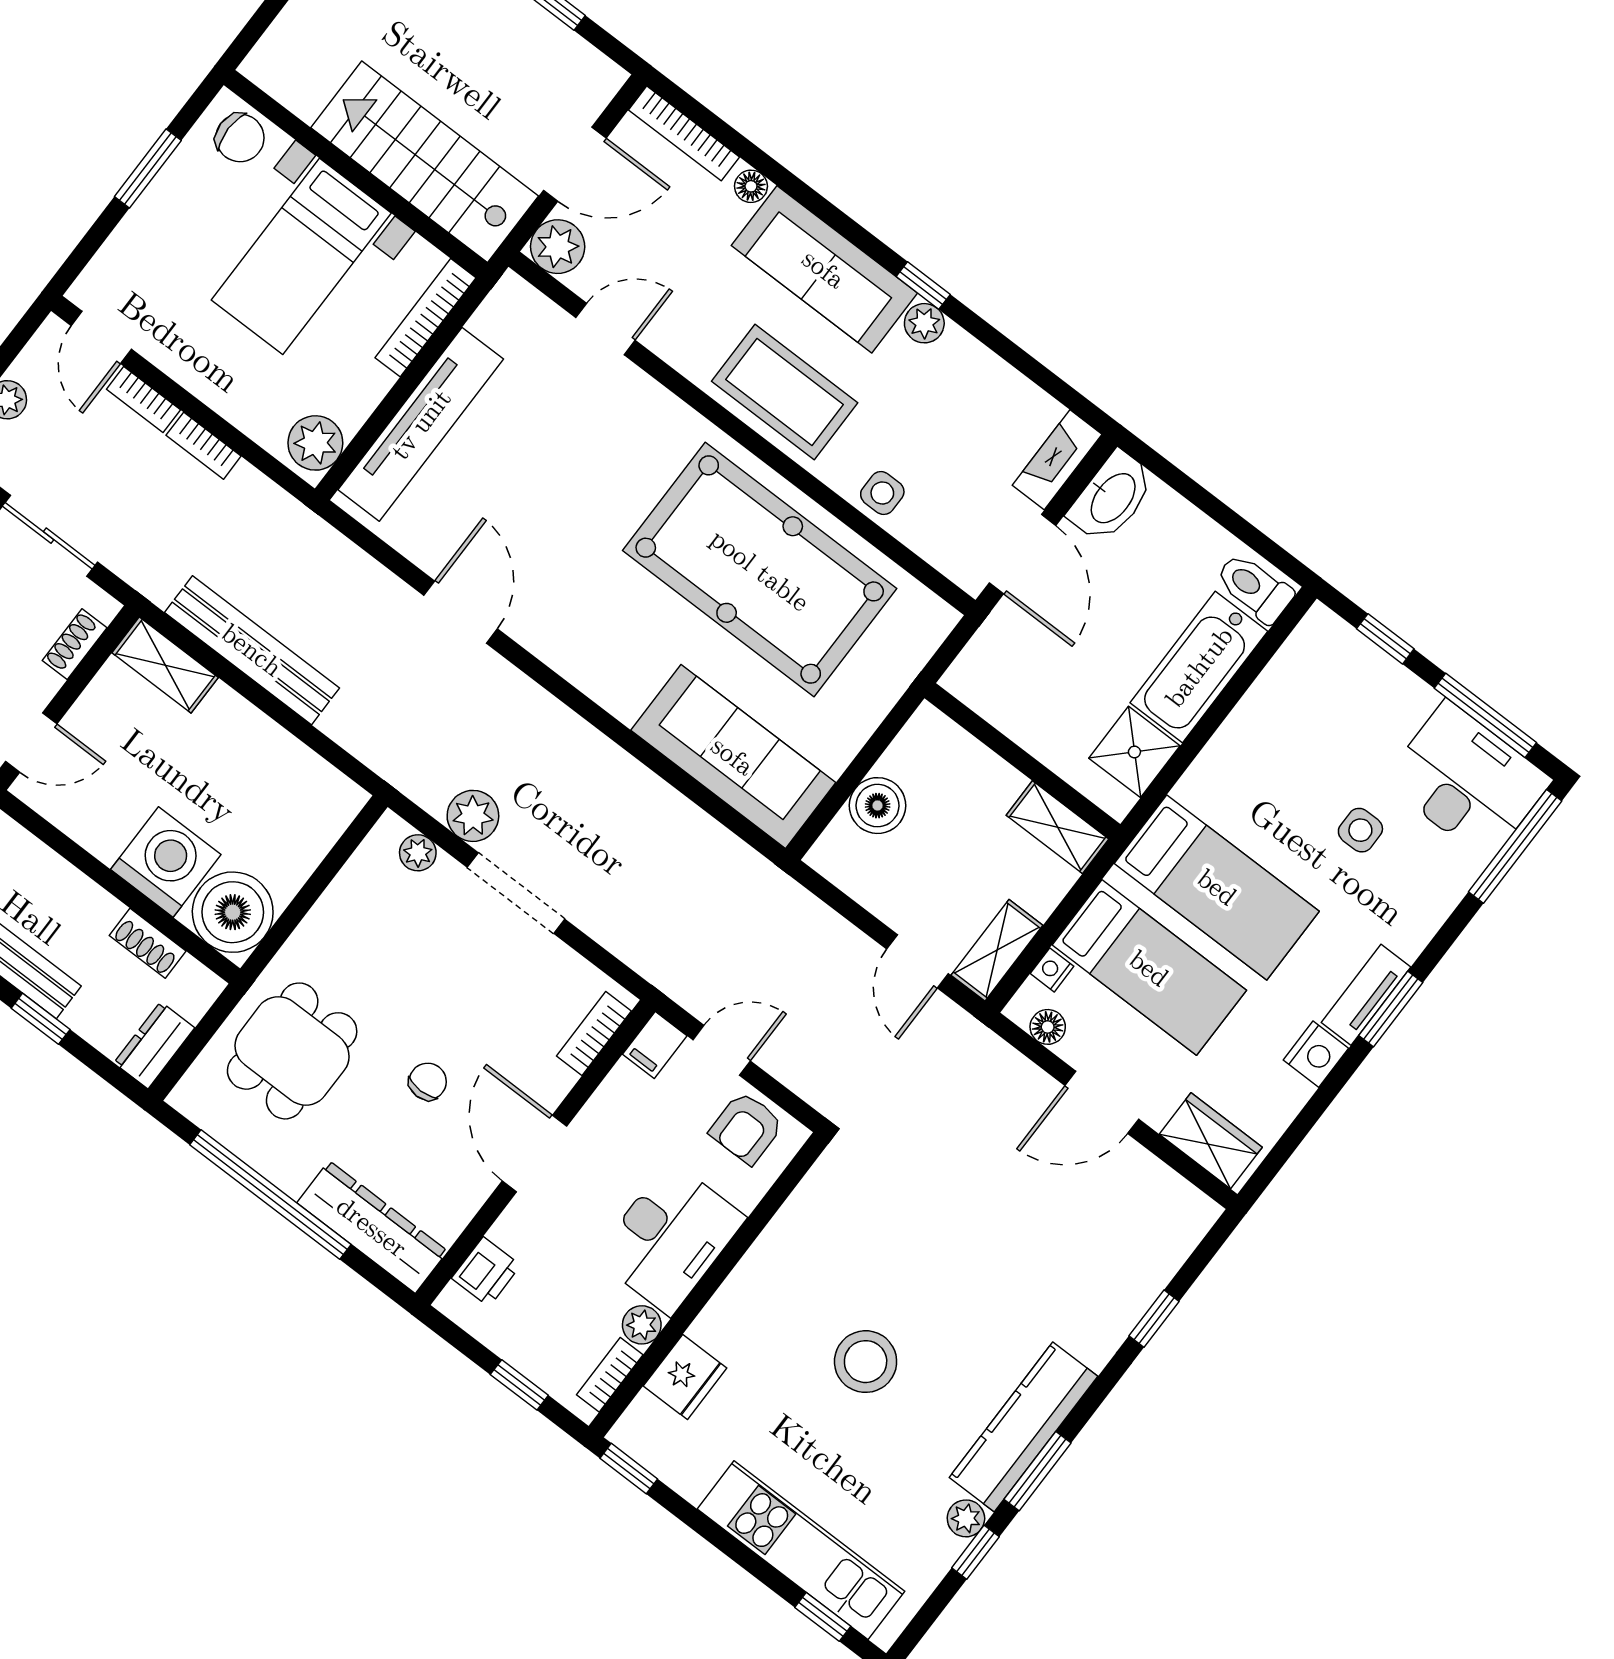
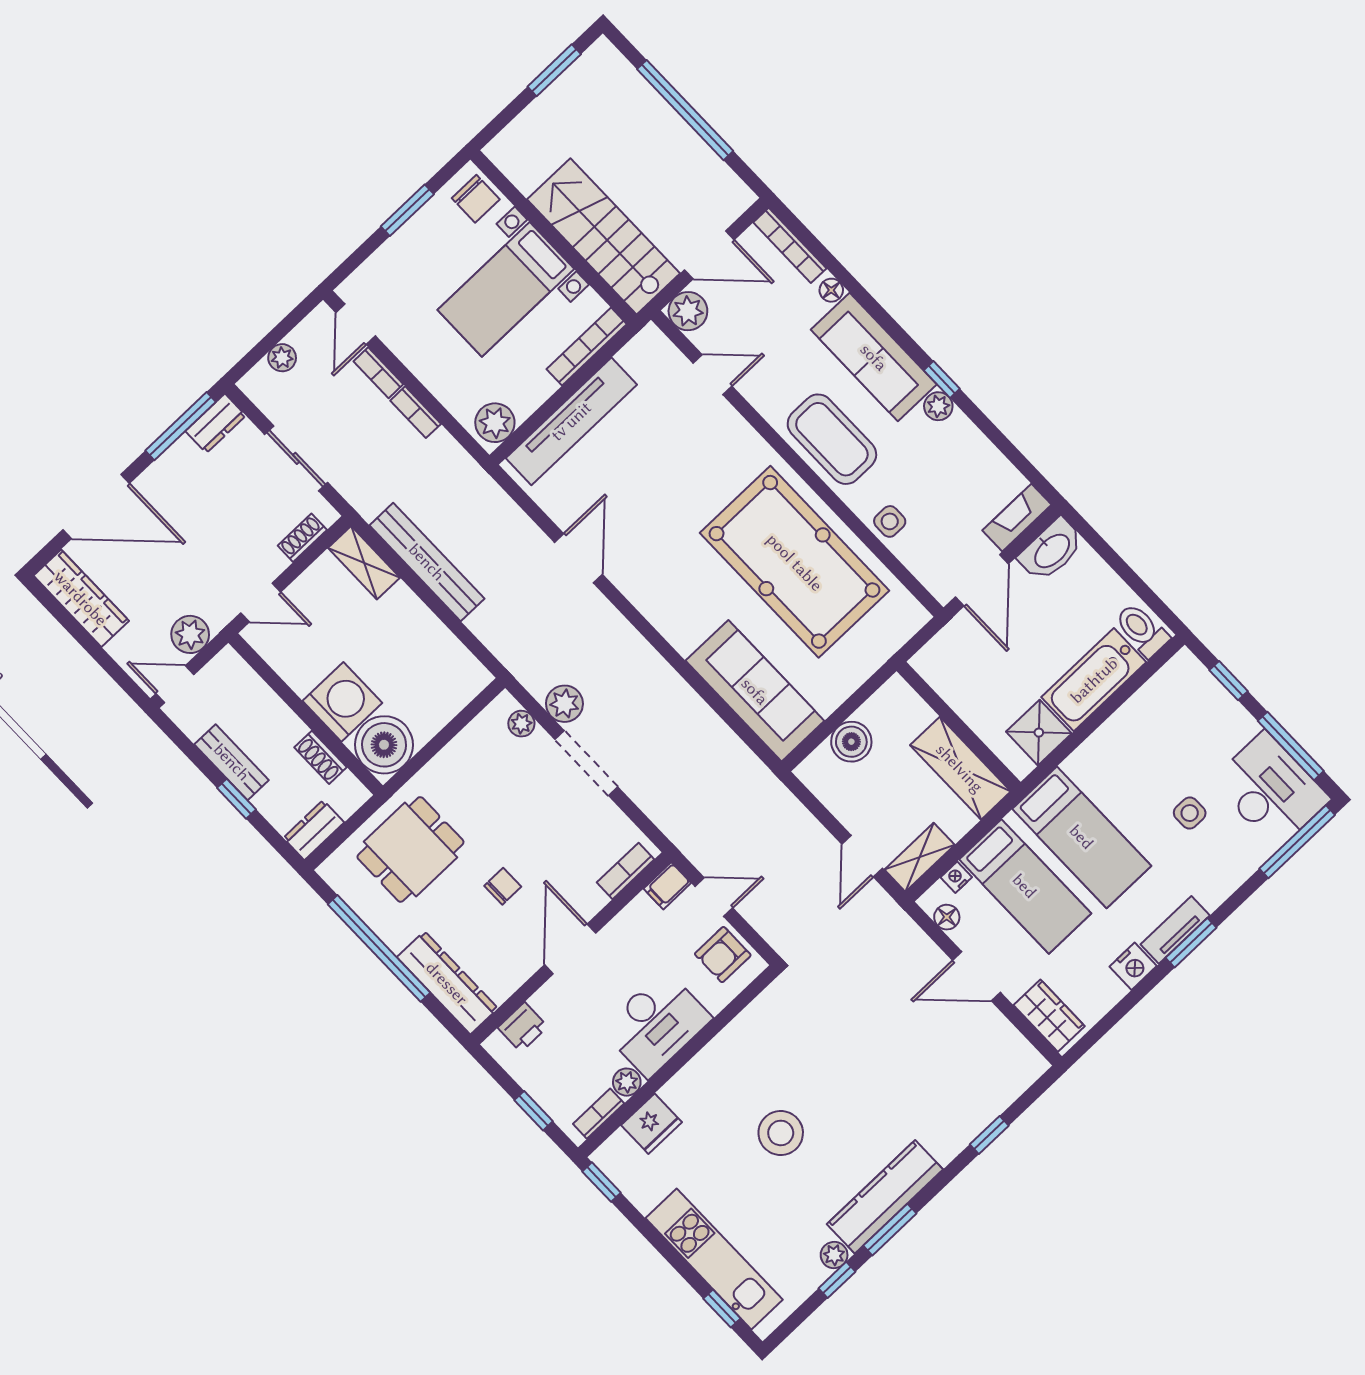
shelving: (1057, 827) -> (960, 768), width x1.50, depth x1.33

